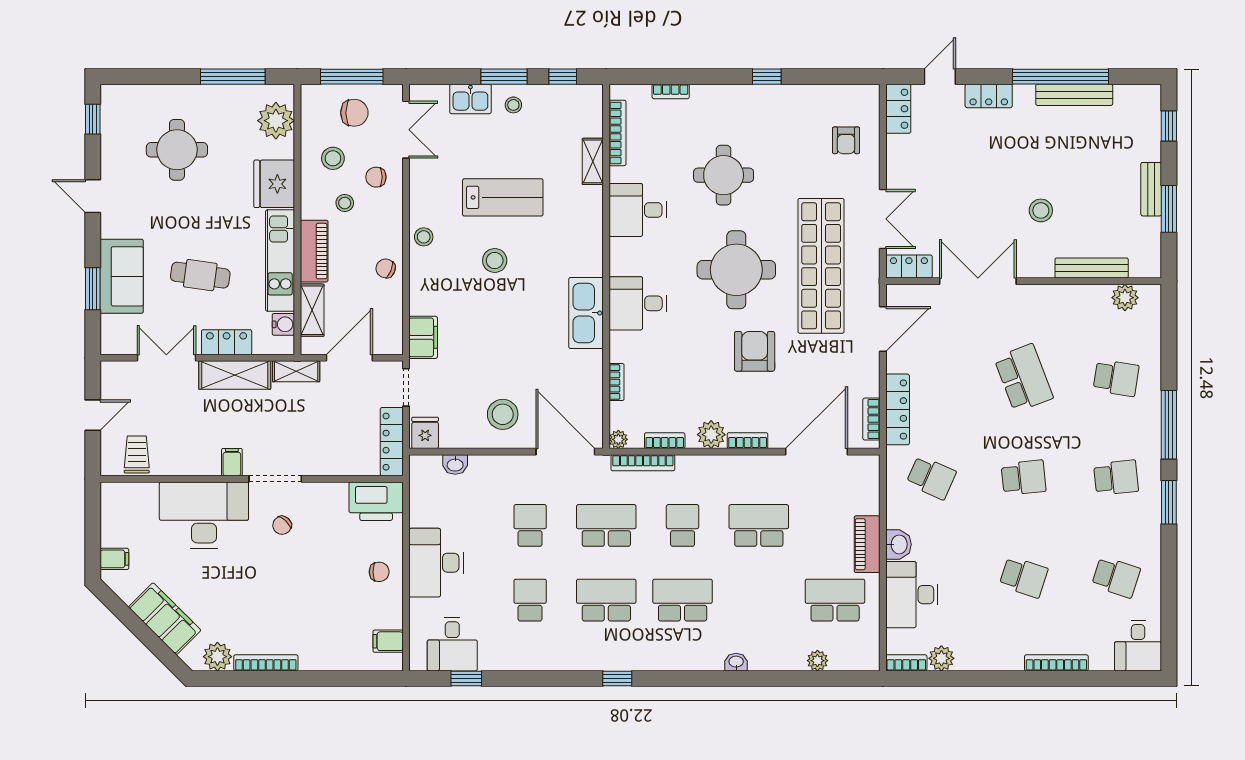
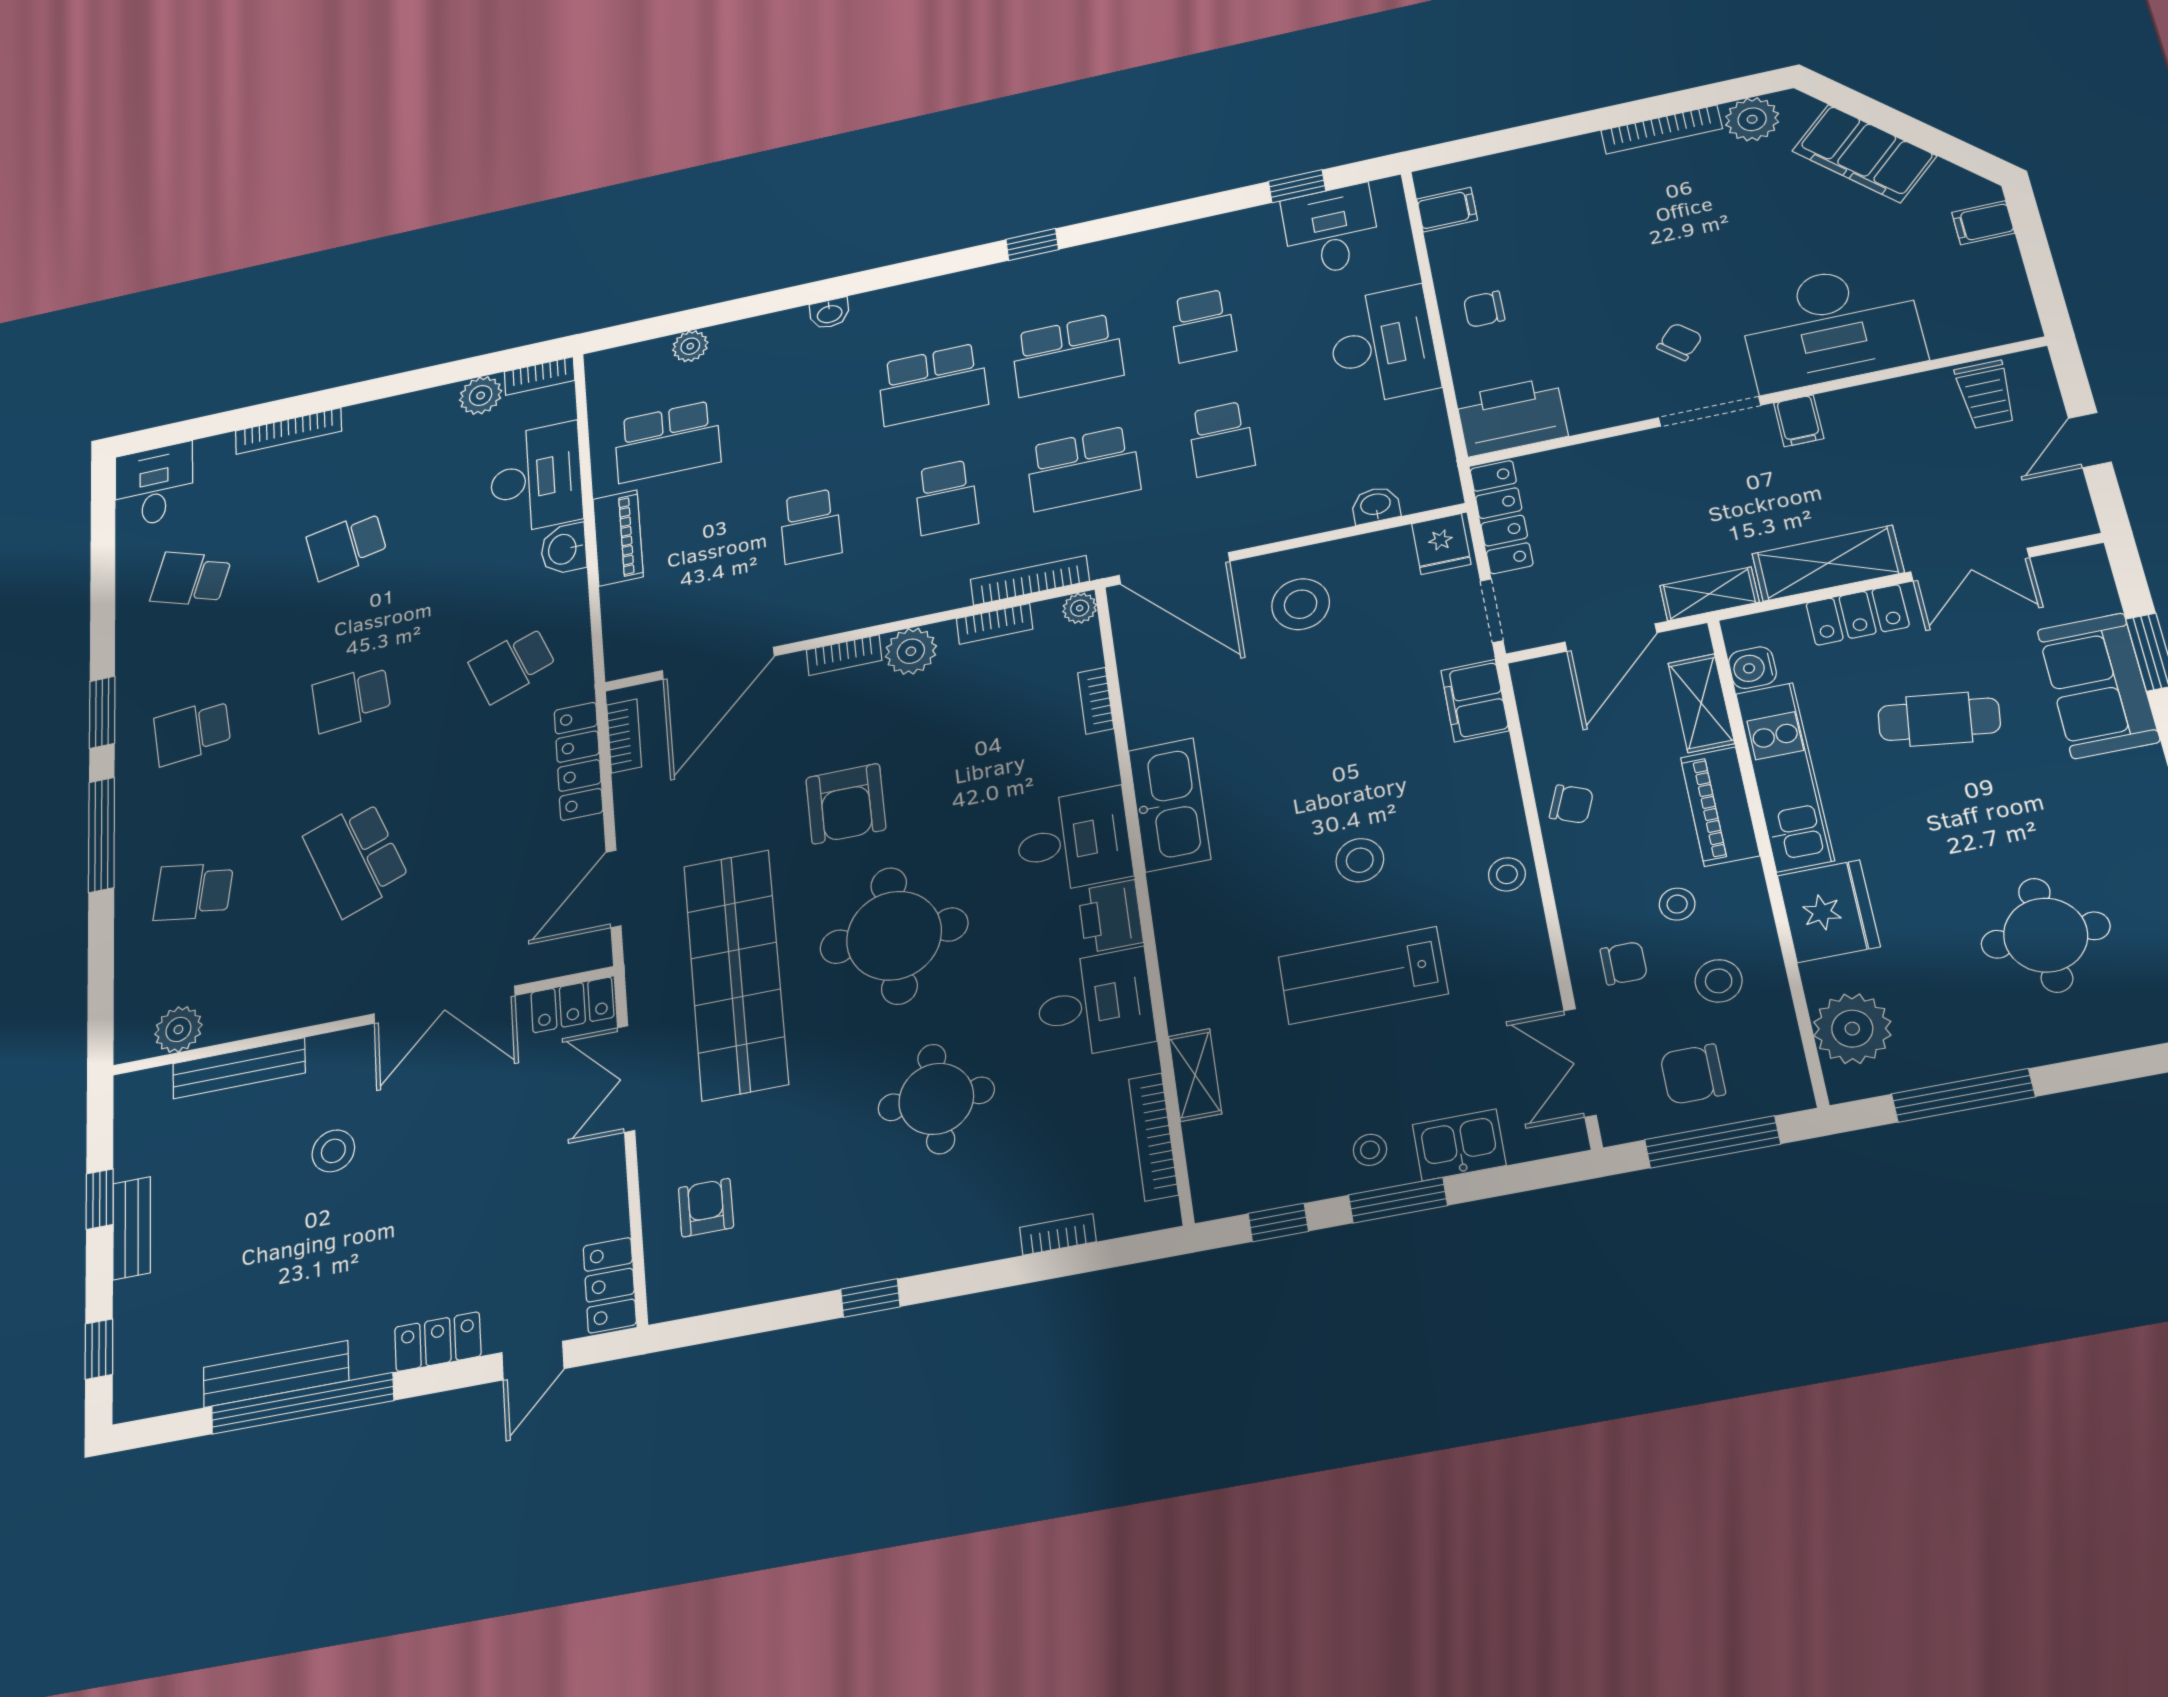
window: (1169, 209) -> (100, 1199), width x0.67
printer: (624, 257) -> (1110, 916), added
school desk: (931, 478) -> (512, 665), turned -45
school desk: (759, 525) -> (811, 526), width x0.54
school desk: (1024, 577) -> (347, 546), turned -30

